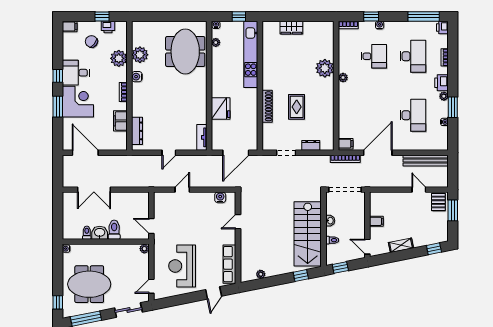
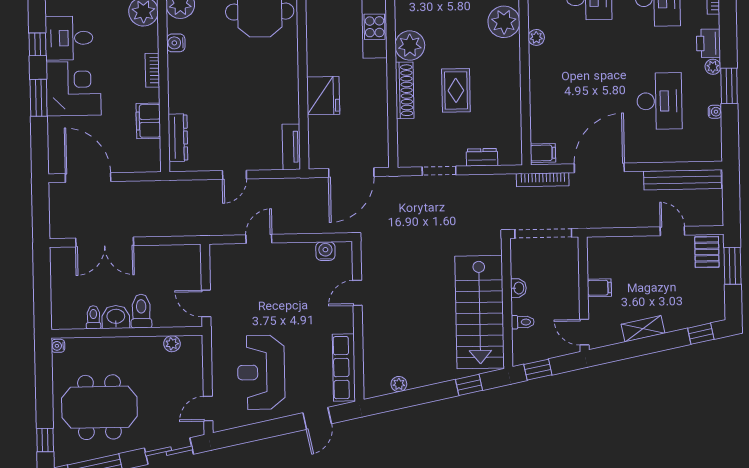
plant: (271, 81) -> (410, 46), added
plant: (144, 249) -> (172, 344), moved

